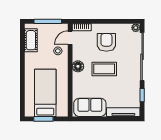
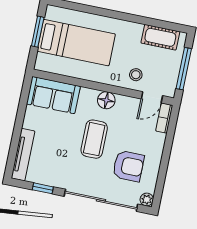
door: (70, 38) -> (152, 97), swing flipped
armchair: (106, 42) -> (128, 166), moved
sofa: (90, 107) -> (53, 95), moved, turned 90

